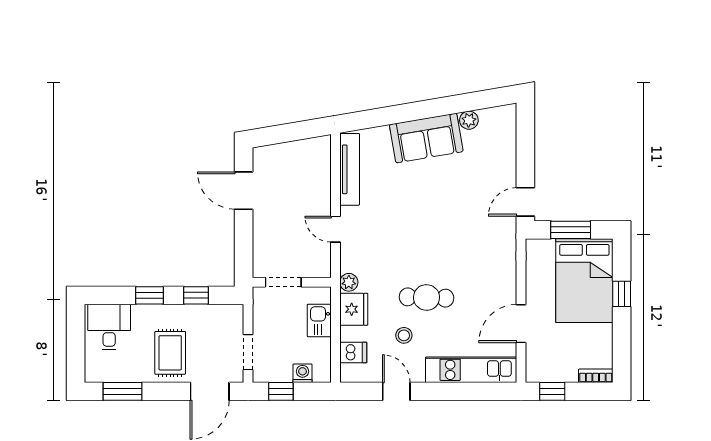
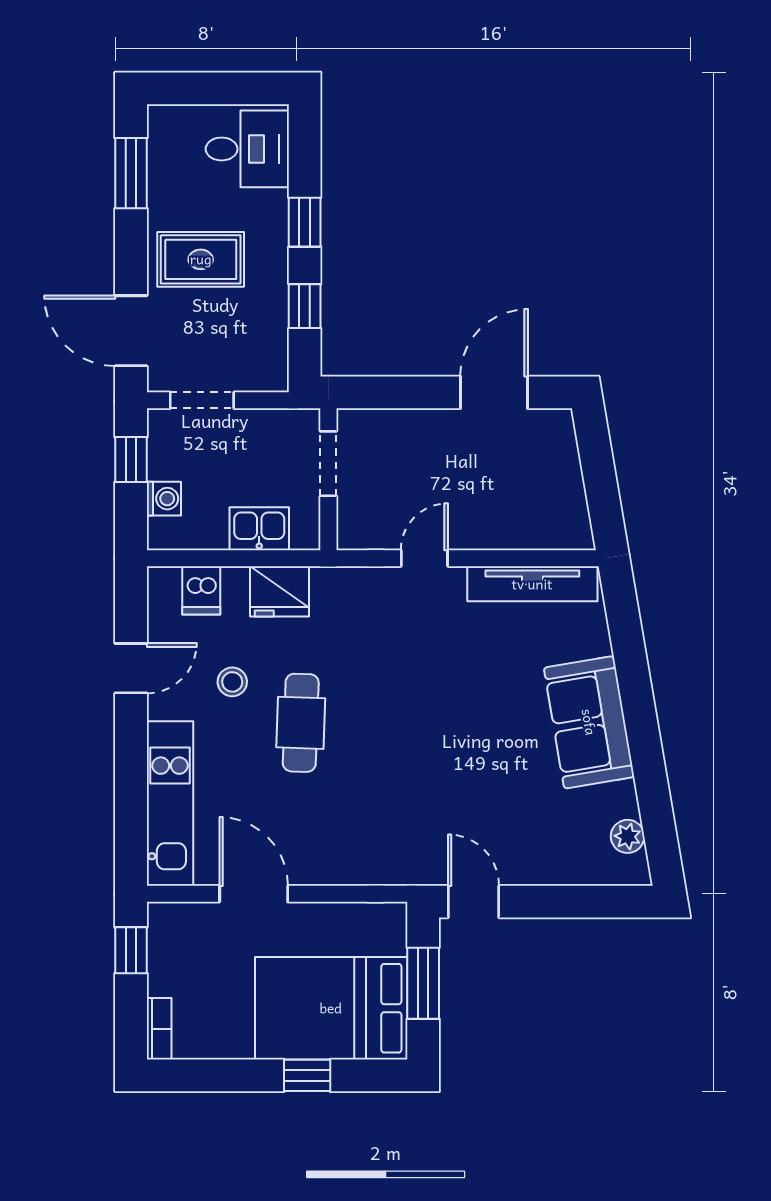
plant: (469, 120) -> (628, 836), moved
plant: (349, 282) -> (328, 582), removed

